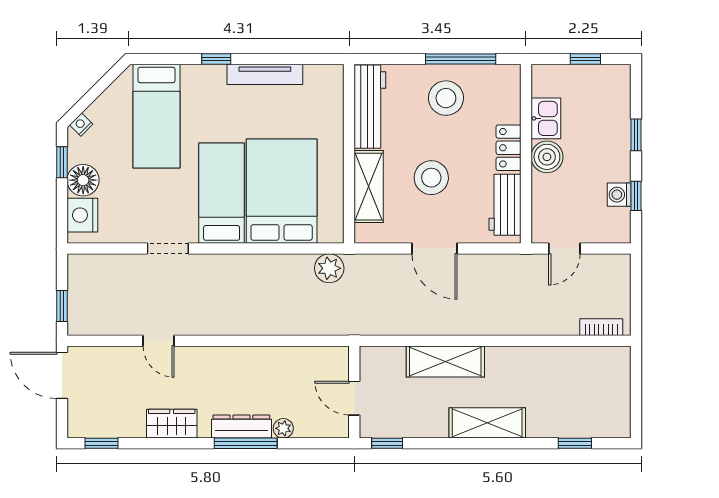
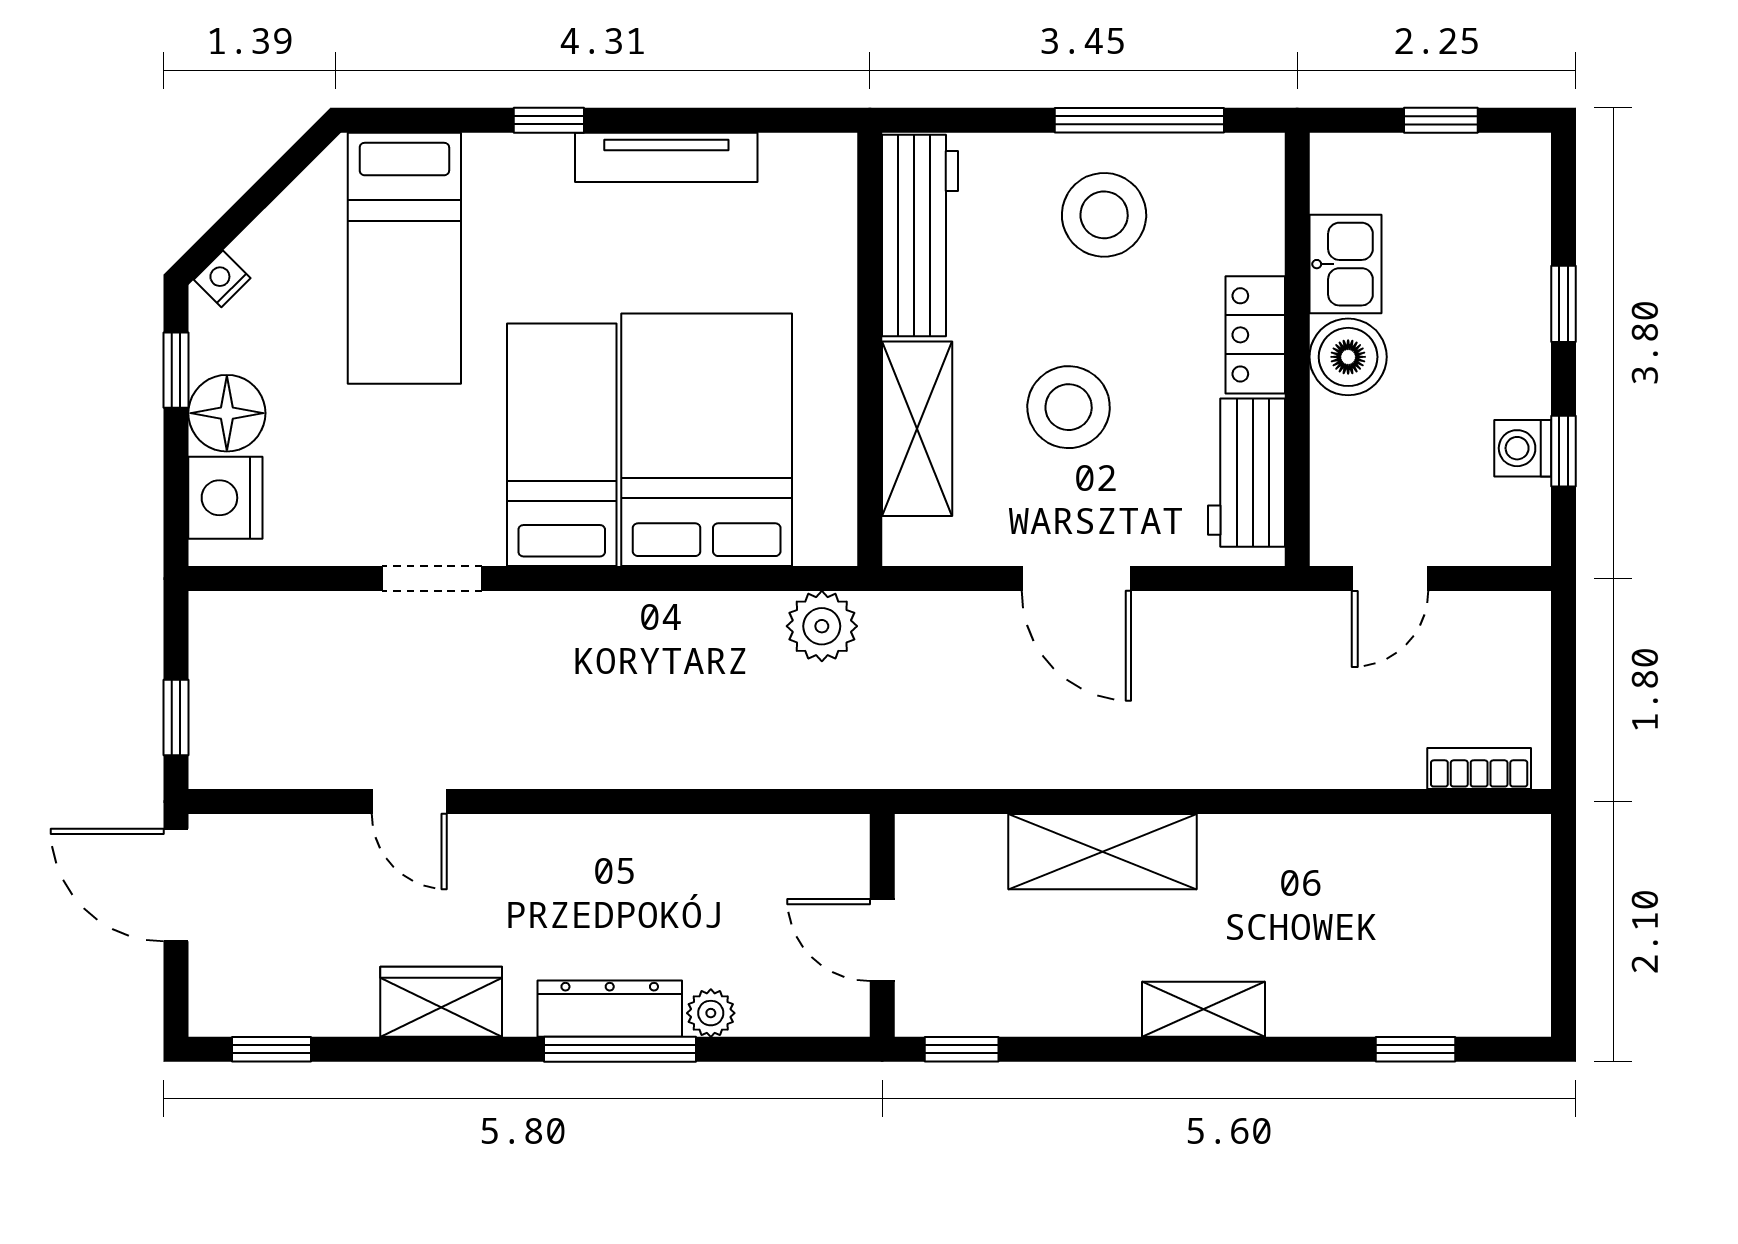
shelving: (487, 423) -> (1204, 1009), width x0.67, depth x0.75

